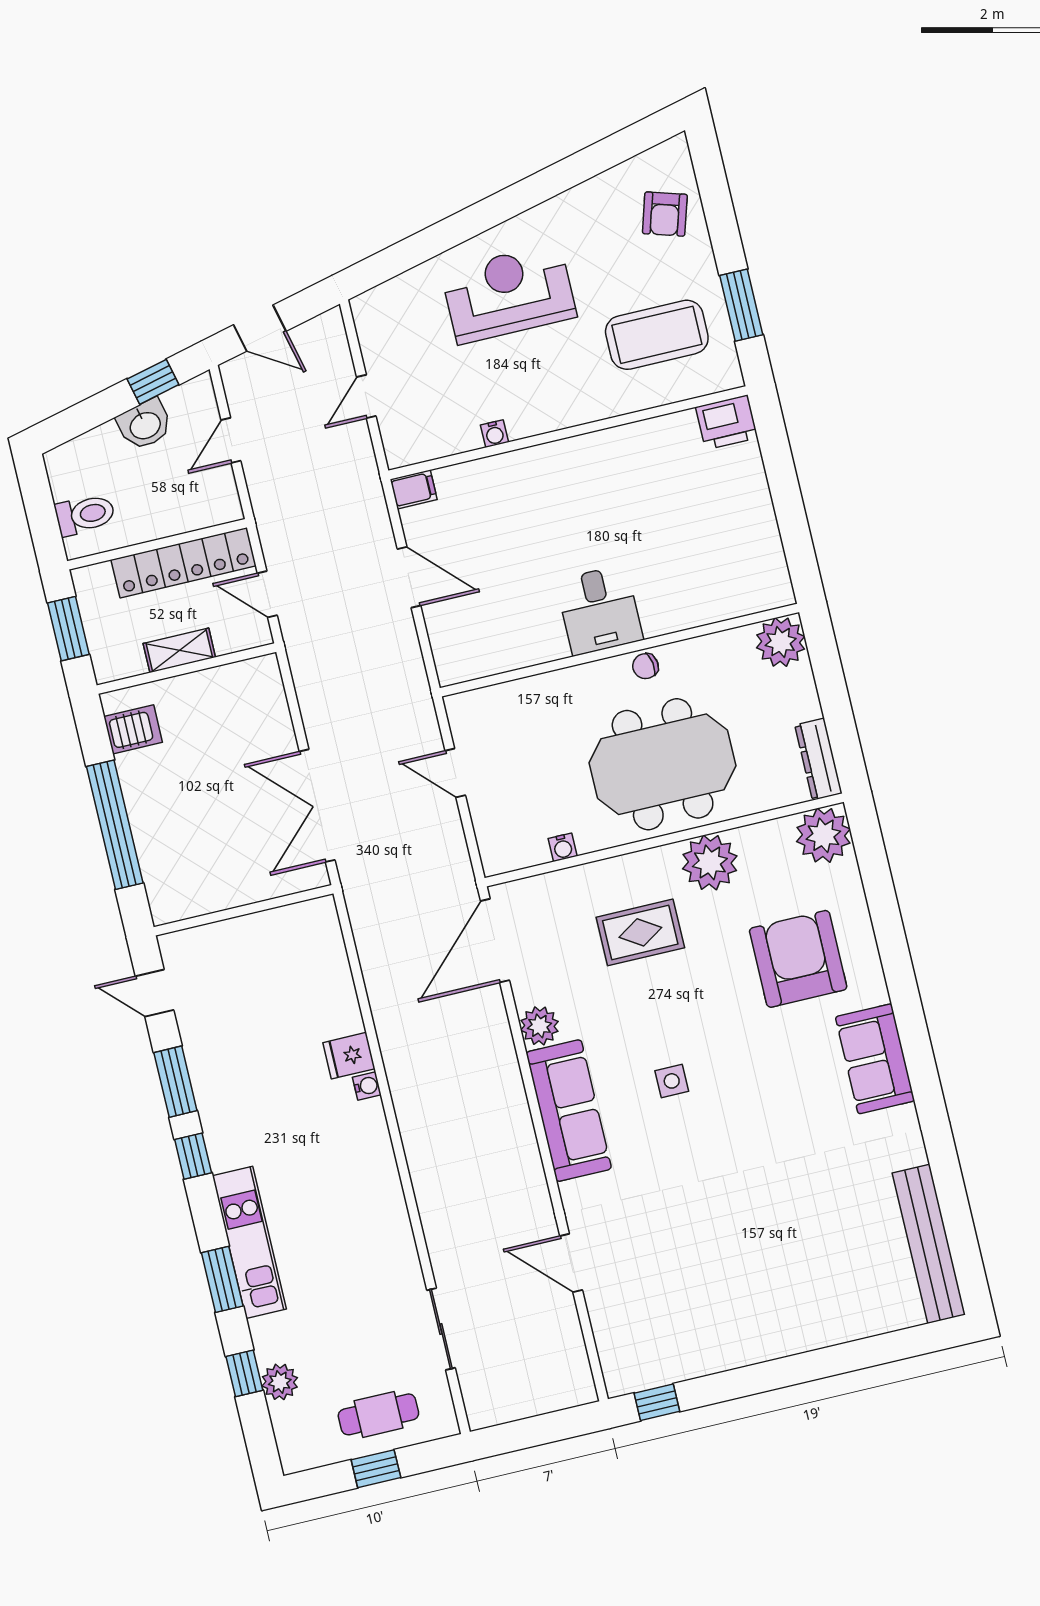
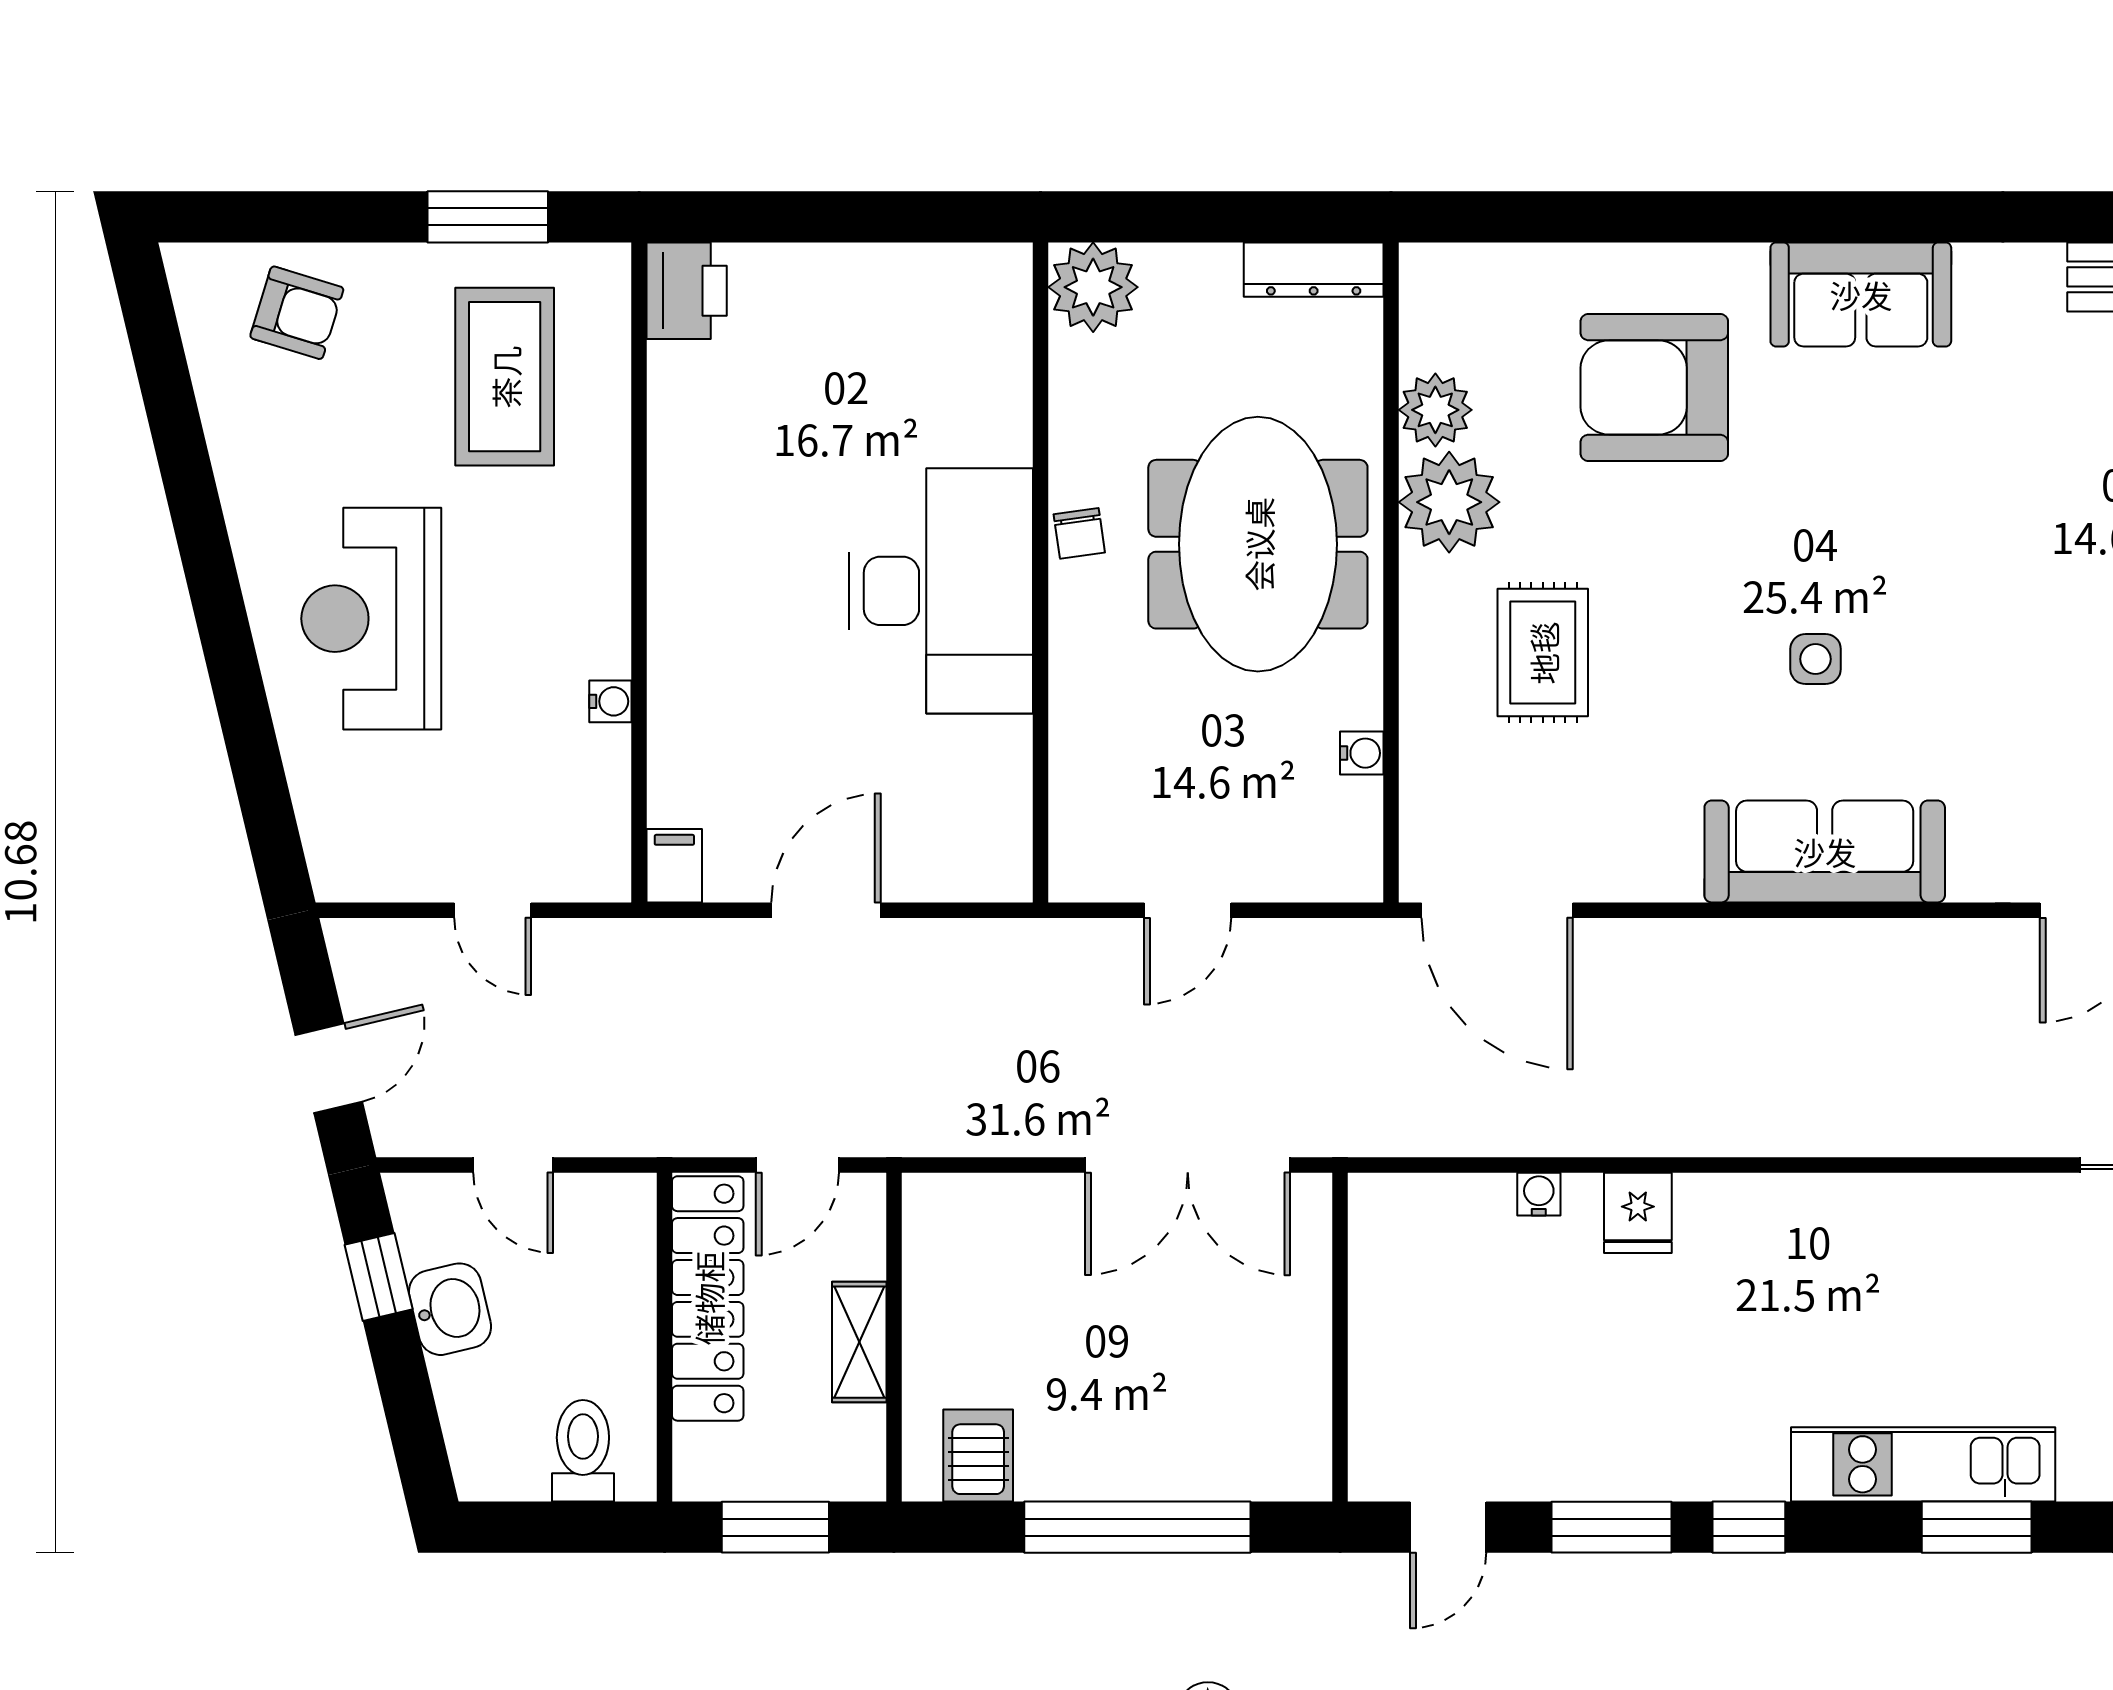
desk: (599, 610) -> (941, 591), width x1.87, depth x1.30
plant: (823, 835) -> (1435, 410), moved, width x0.73, depth x0.73
plant: (539, 1026) -> (1664, 868), removed
water cooler: (367, 1086) -> (1539, 1194), moved

